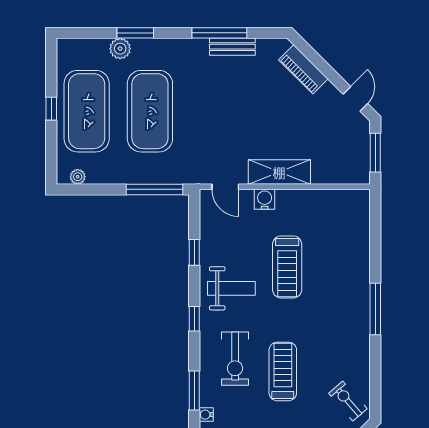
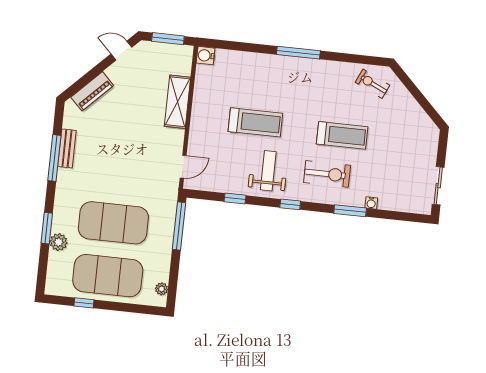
window: (51, 109) -> (84, 303), moved
shelving: (279, 172) -> (178, 102), moved
water cooler: (265, 199) -> (206, 56), moved
treadmill: (283, 371) -> (342, 135), turned 180
exercise bike: (348, 401) -> (372, 84), turned 66

